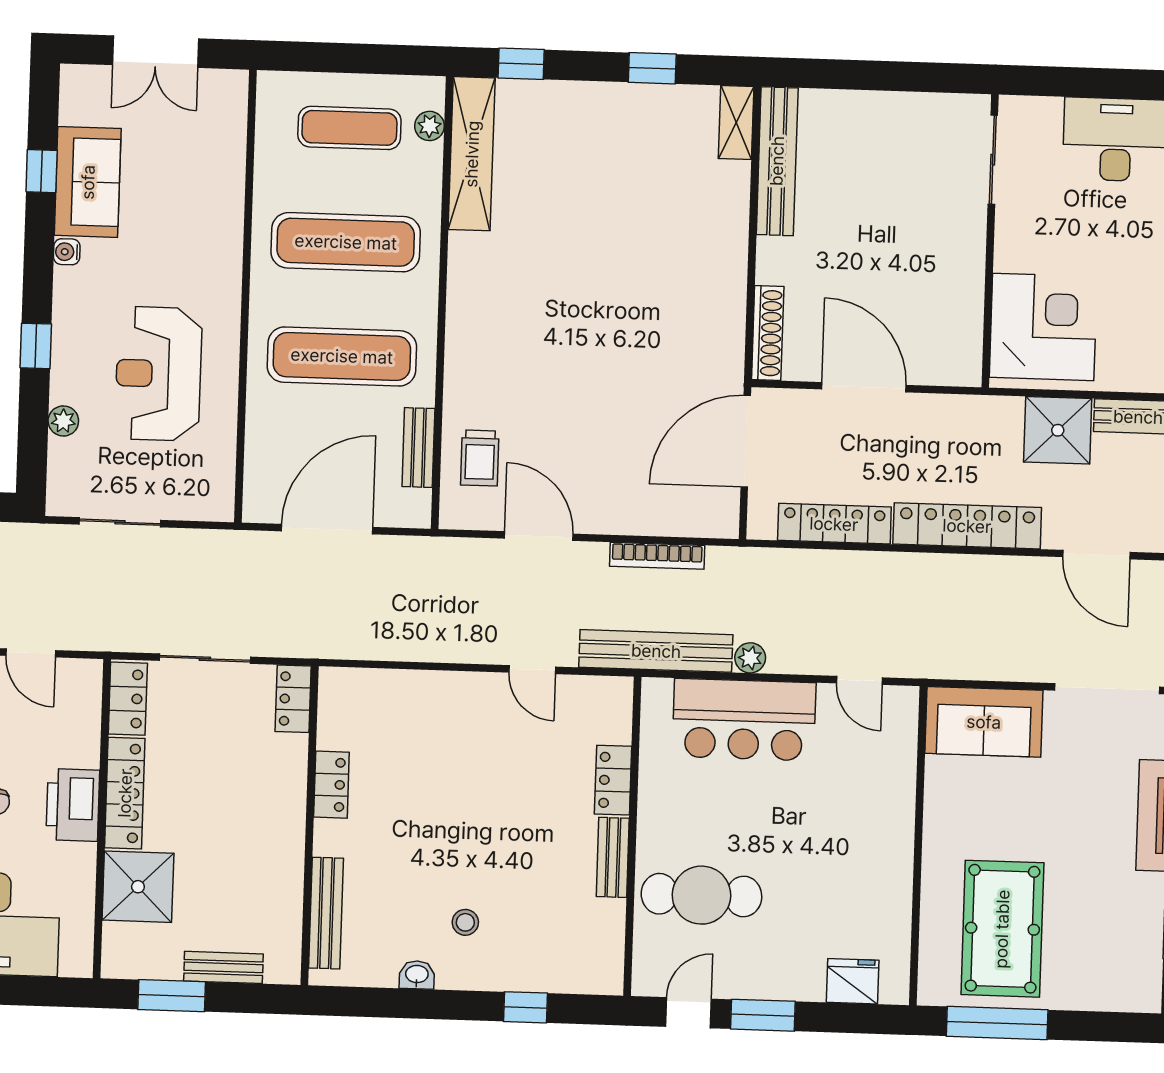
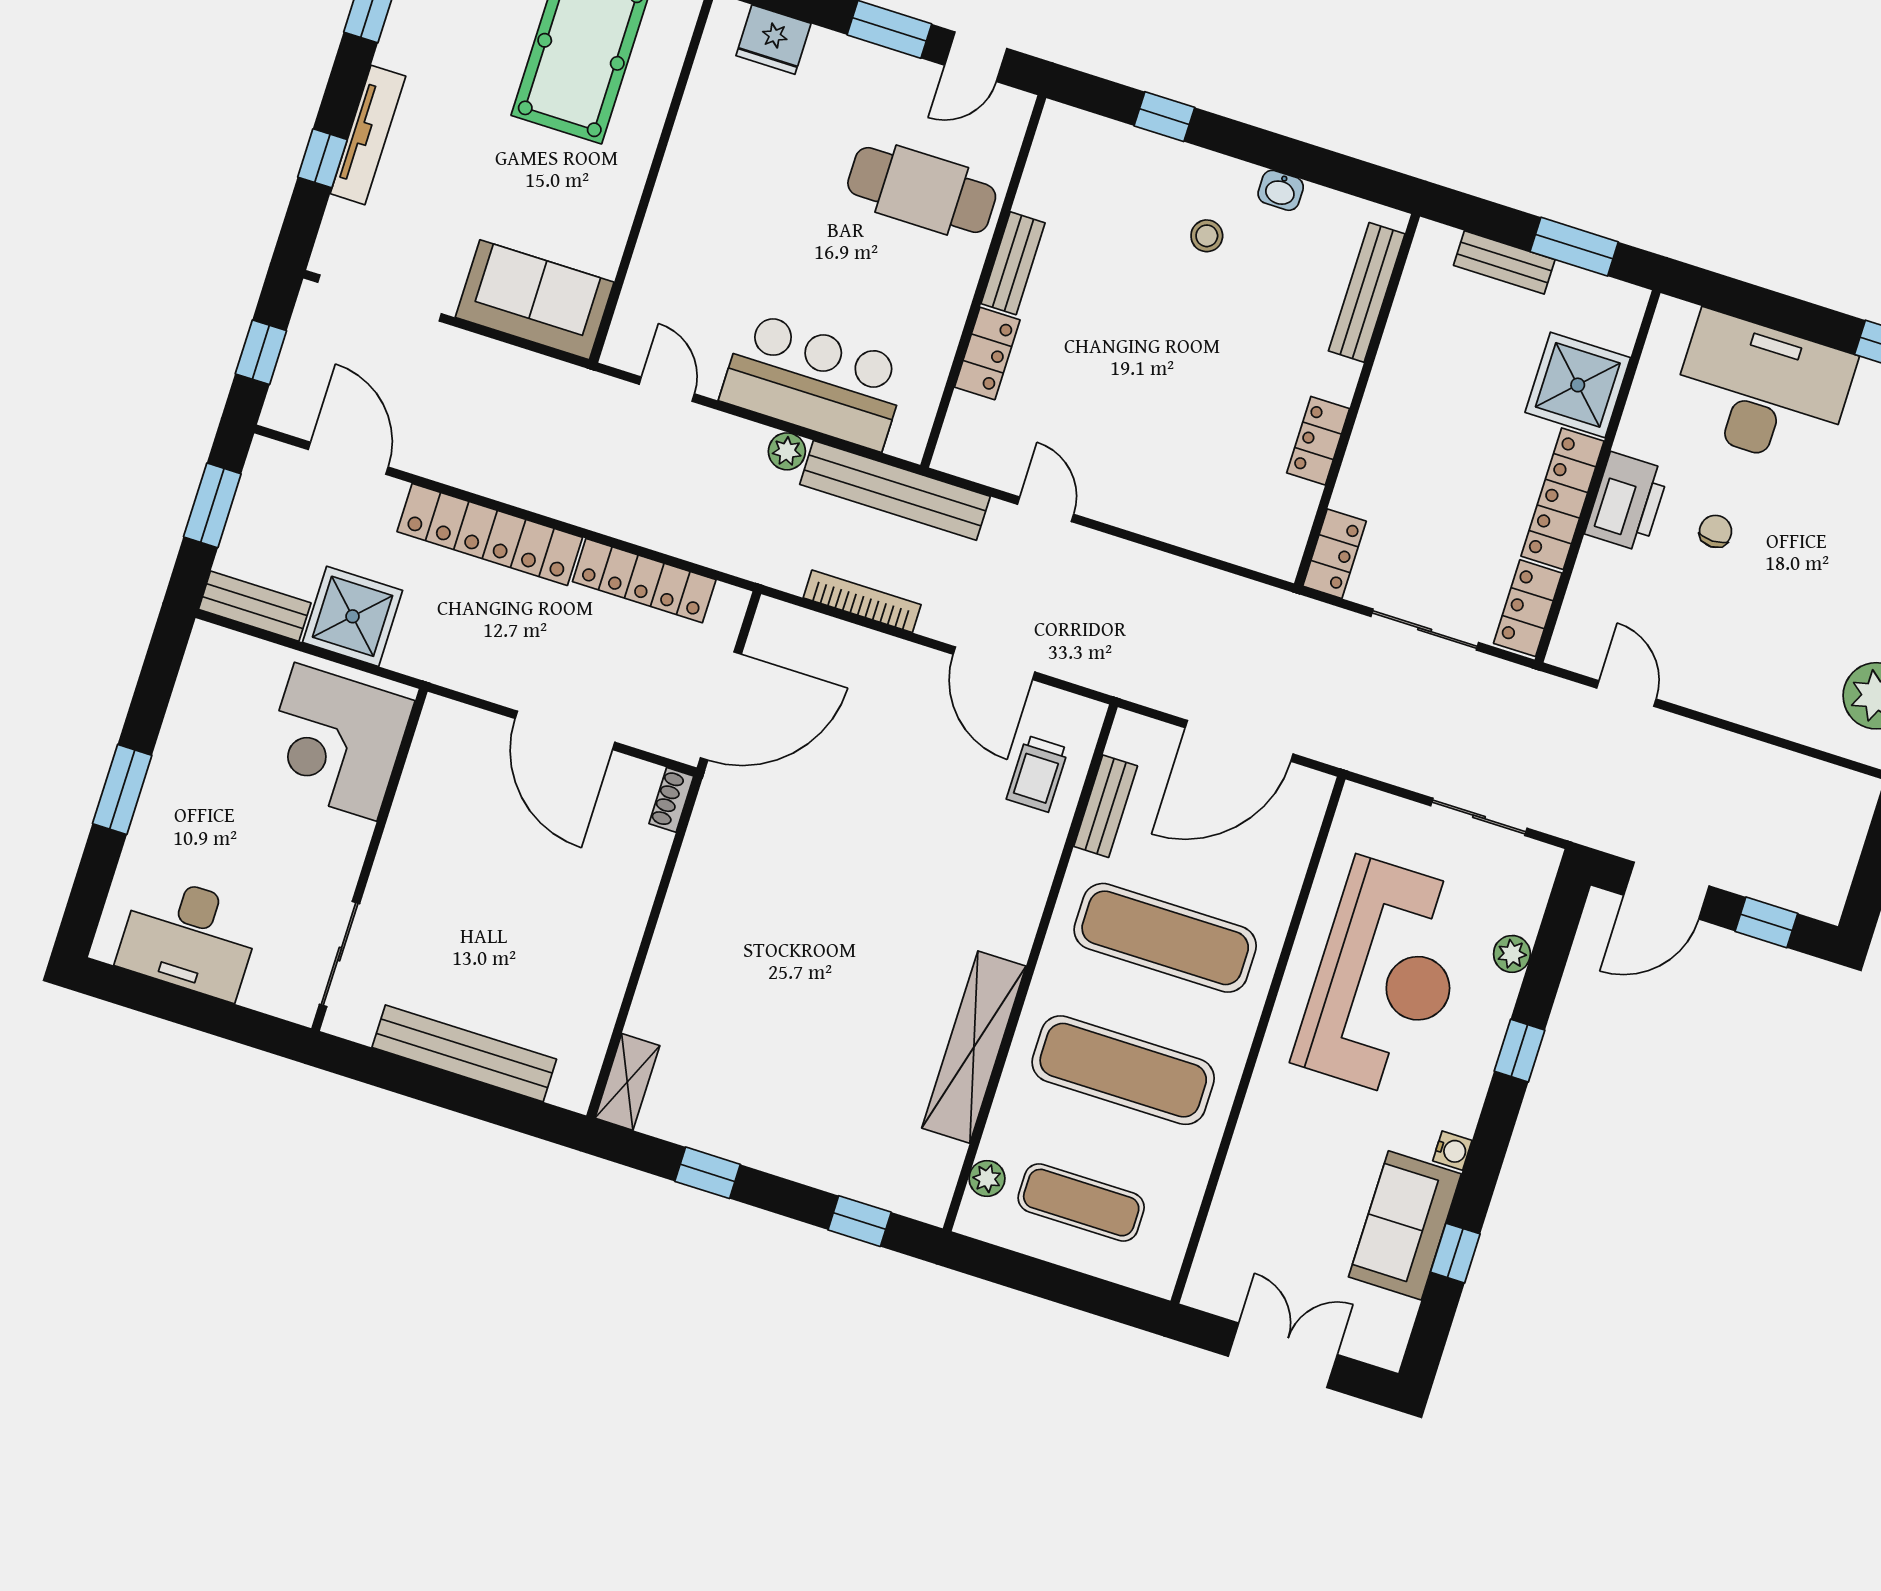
shelving: (472, 154) -> (974, 1047), moved
bench: (777, 161) -> (464, 1053), moved, turned 90
shoe rack: (768, 333) -> (671, 800), width x0.51, depth x0.81
reception desk: (158, 374) -> (1385, 978), width x1.36, depth x1.30
trolley: (480, 458) -> (1037, 774), turned 180

